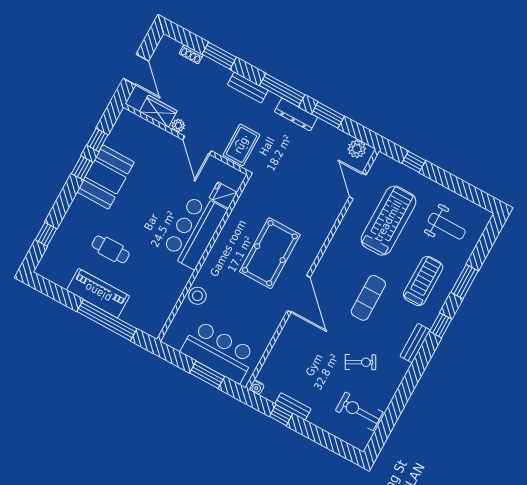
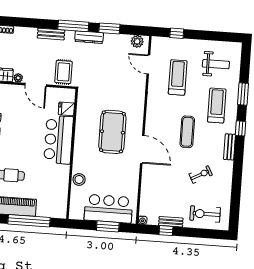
window: (219, 56) -> (24, 22), removed
treadmill: (388, 221) -> (178, 77), width x0.73, depth x0.73
exercise bike: (359, 411) -> (205, 214), moved

